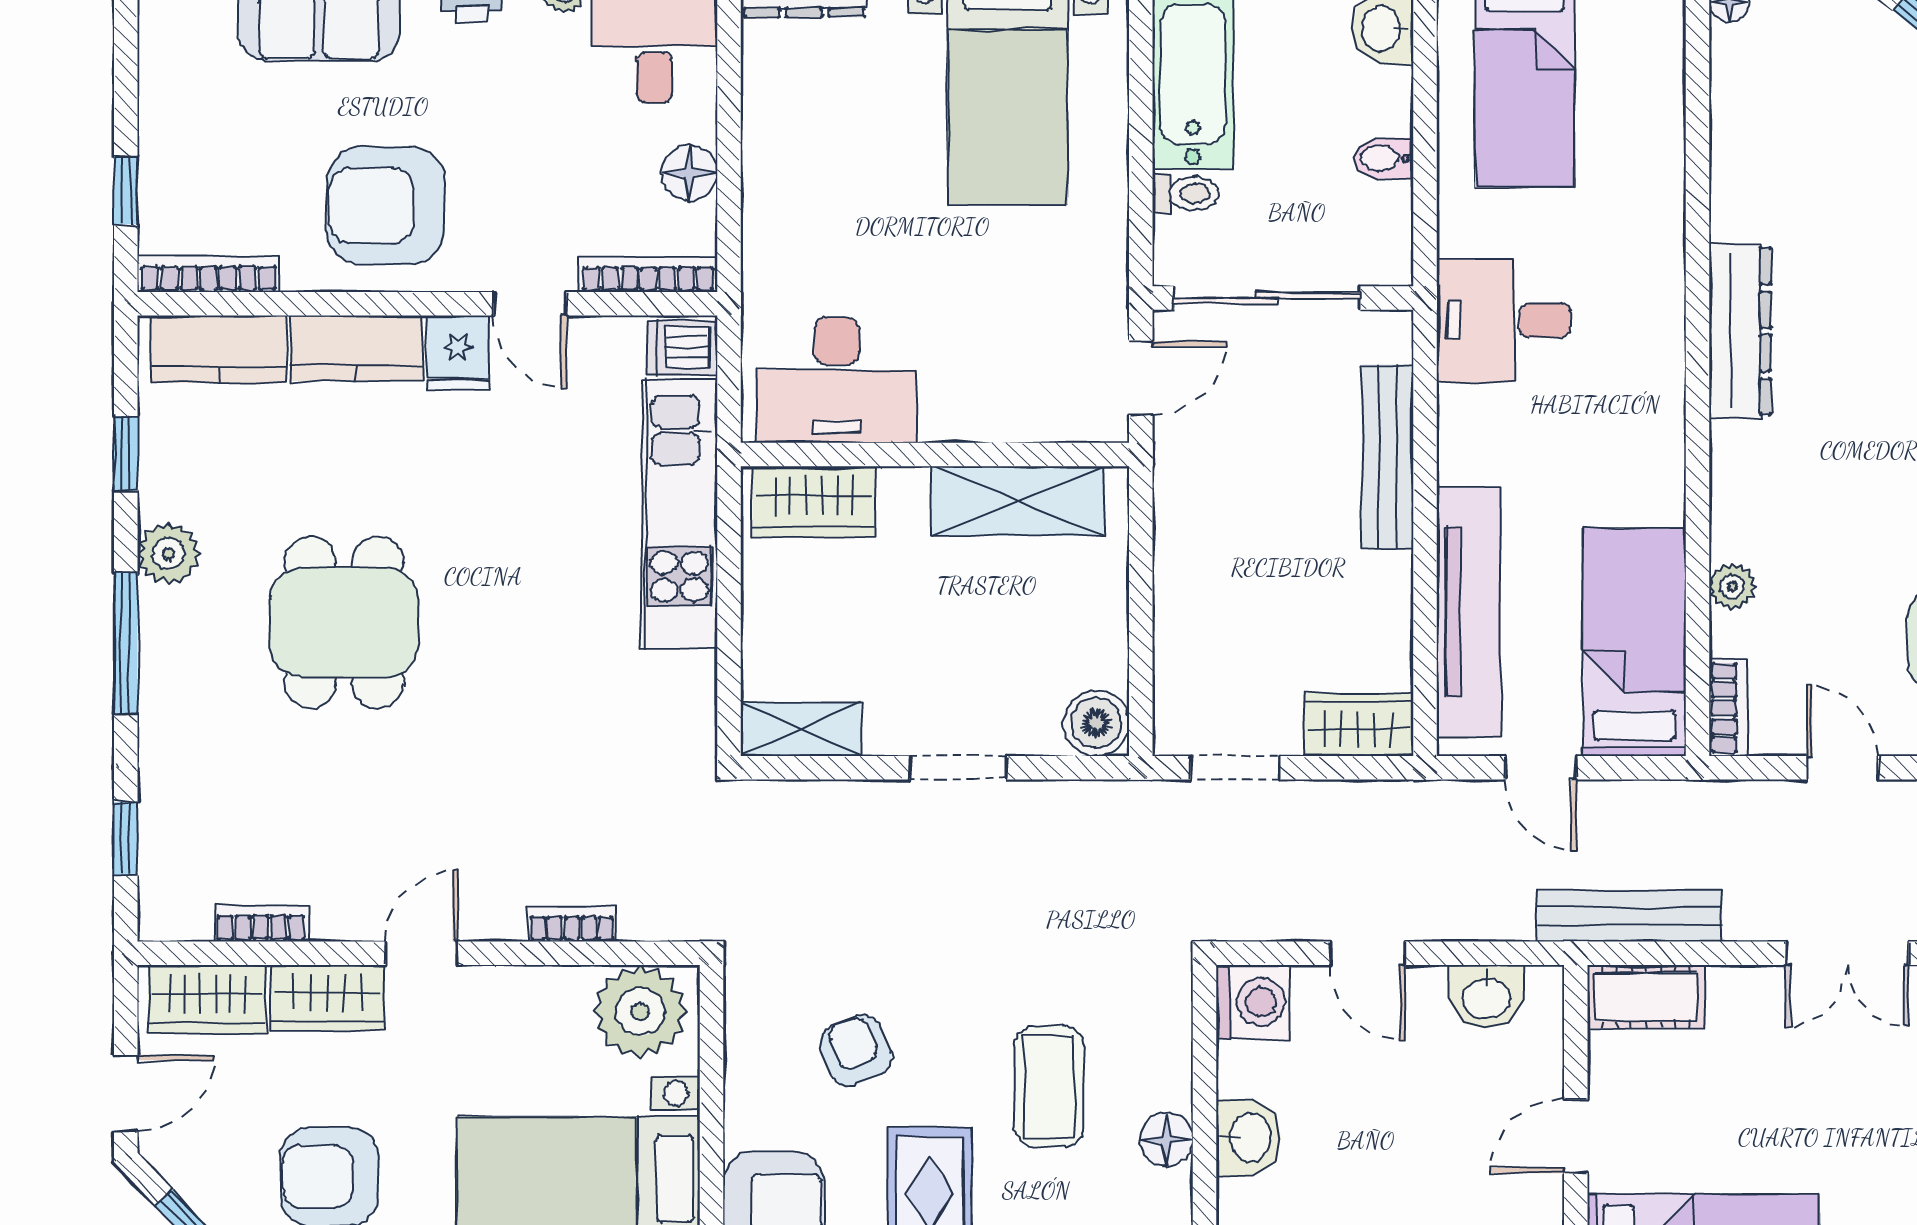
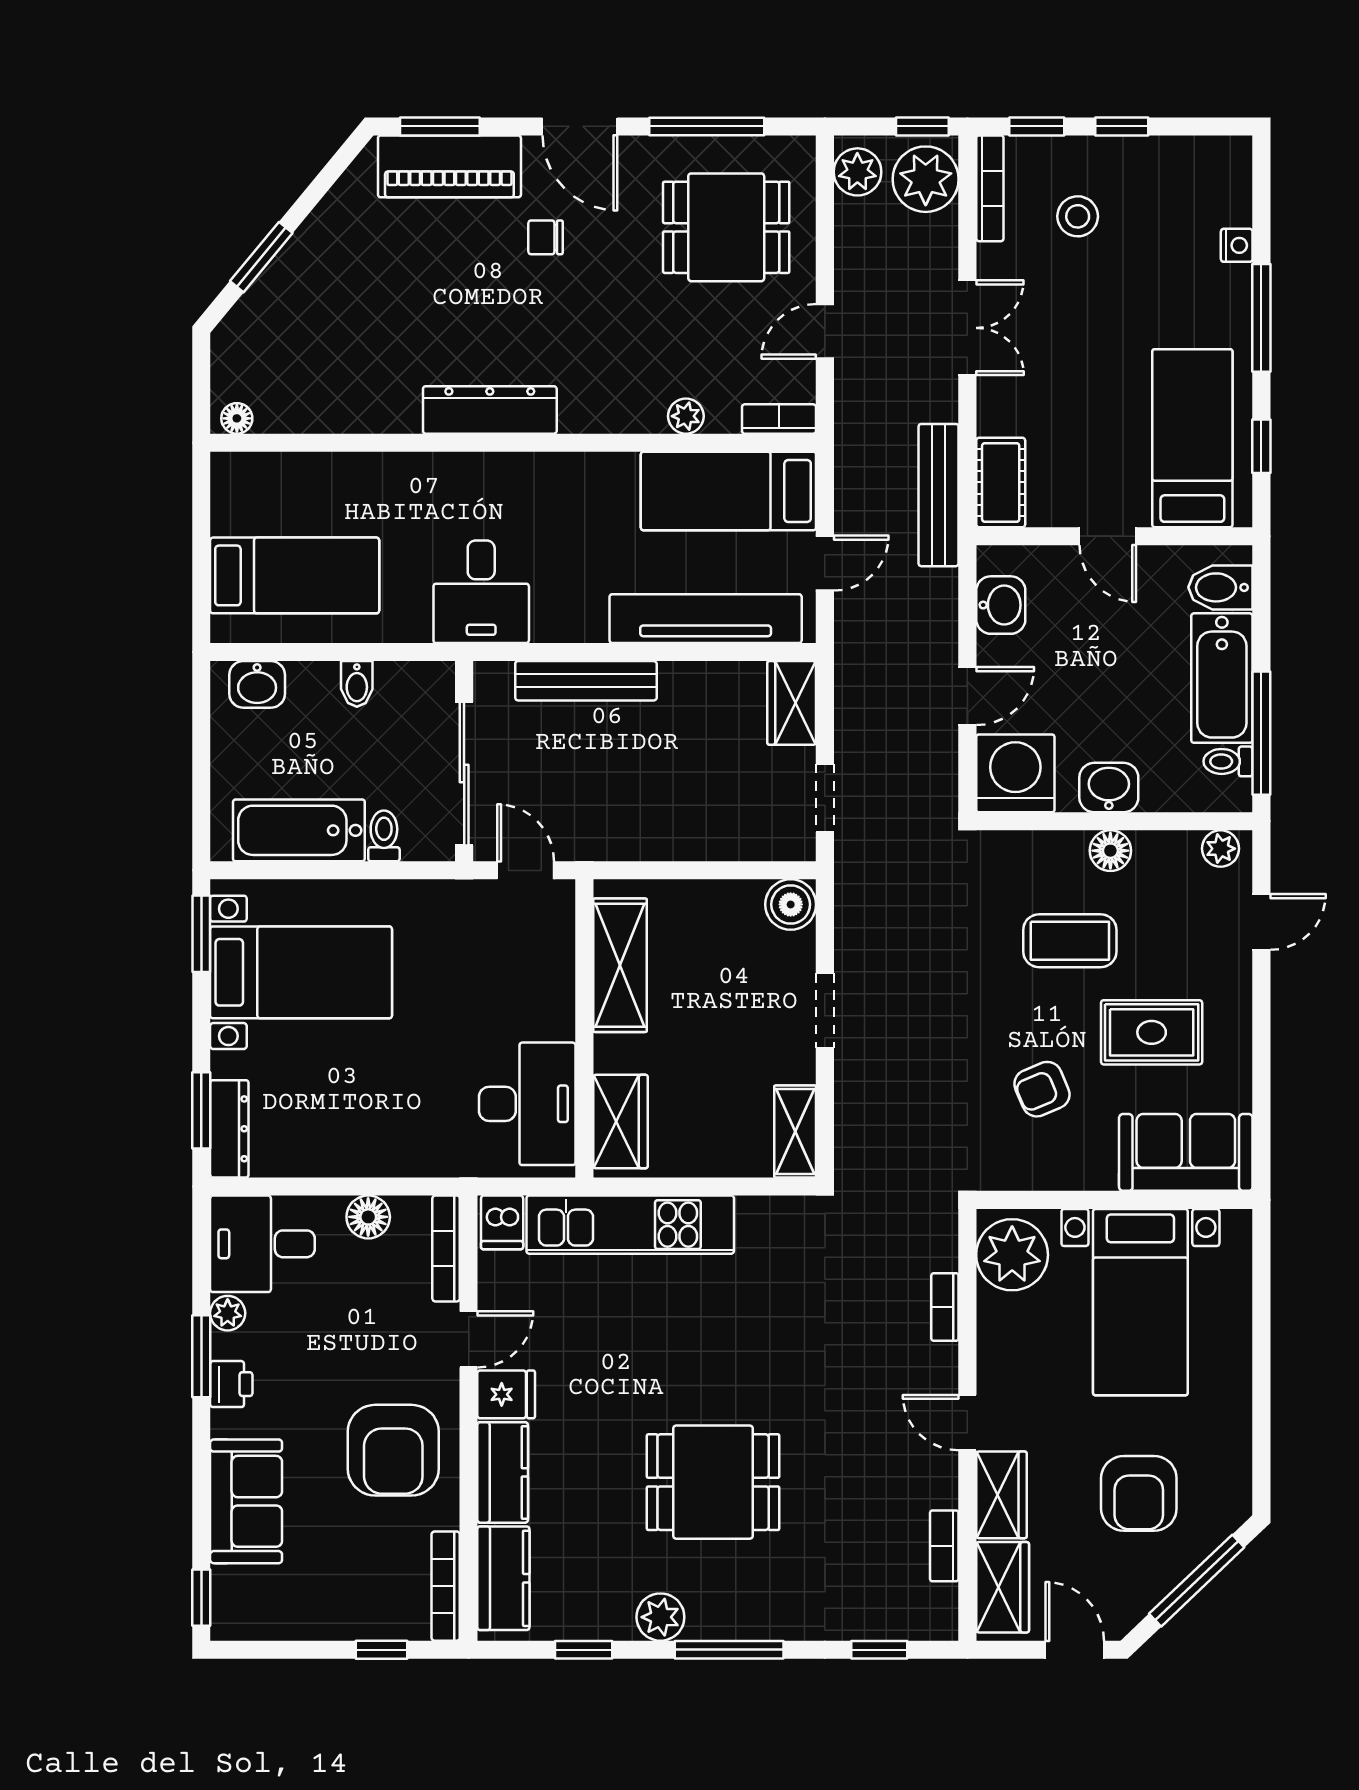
washing machine: (1253, 1002) -> (1015, 773), width x1.37, depth x1.37

